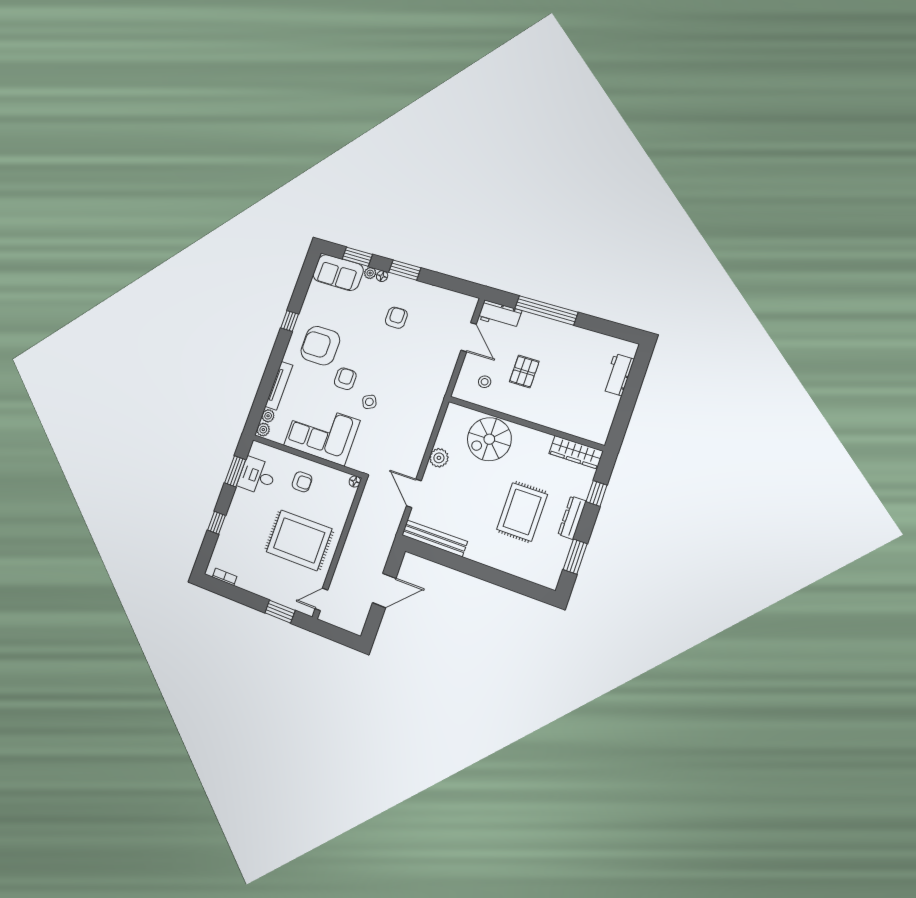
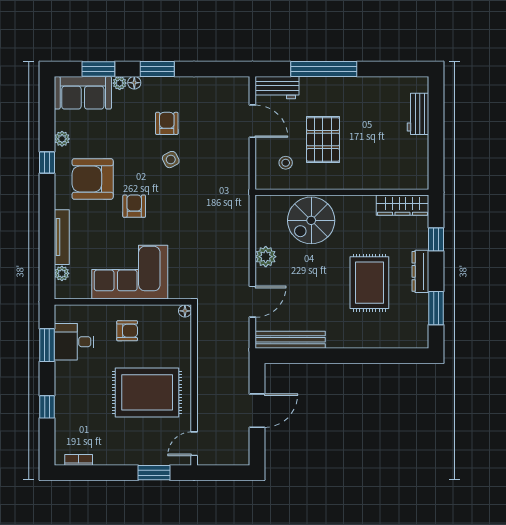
pallet: (524, 372) -> (323, 140), width x1.50, depth x1.42
side table: (369, 402) -> (171, 160), moved
plant: (263, 430) -> (62, 139), moved
door: (414, 493) -> (252, 302), swing flipped

